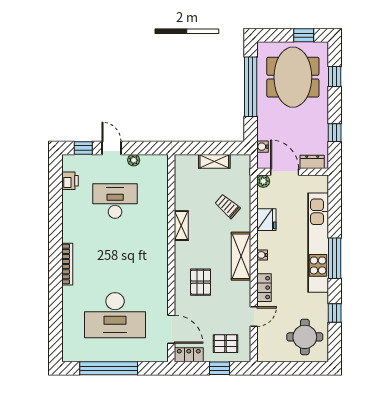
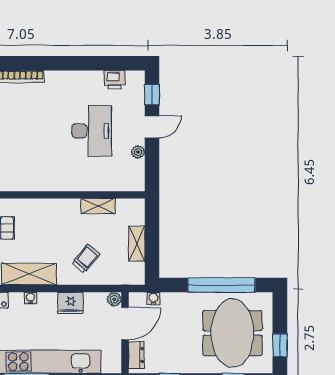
meeting table: (293, 77) -> (232, 333), turned 90
shelving: (181, 226) -> (98, 206), moved

